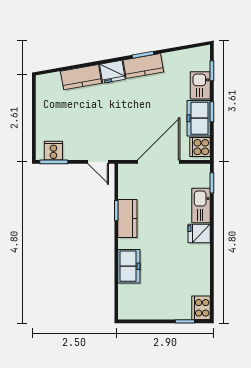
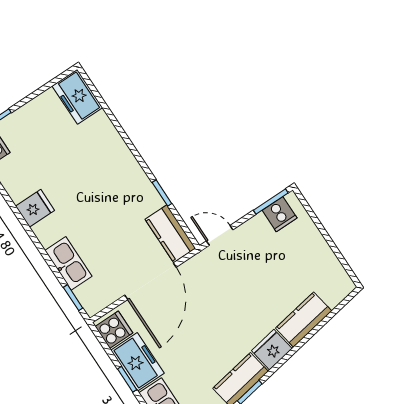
kitchen counter: (127, 218) -> (170, 234), moved
fridge: (199, 234) -> (35, 208), moved
freezer: (129, 266) -> (77, 97), moved

